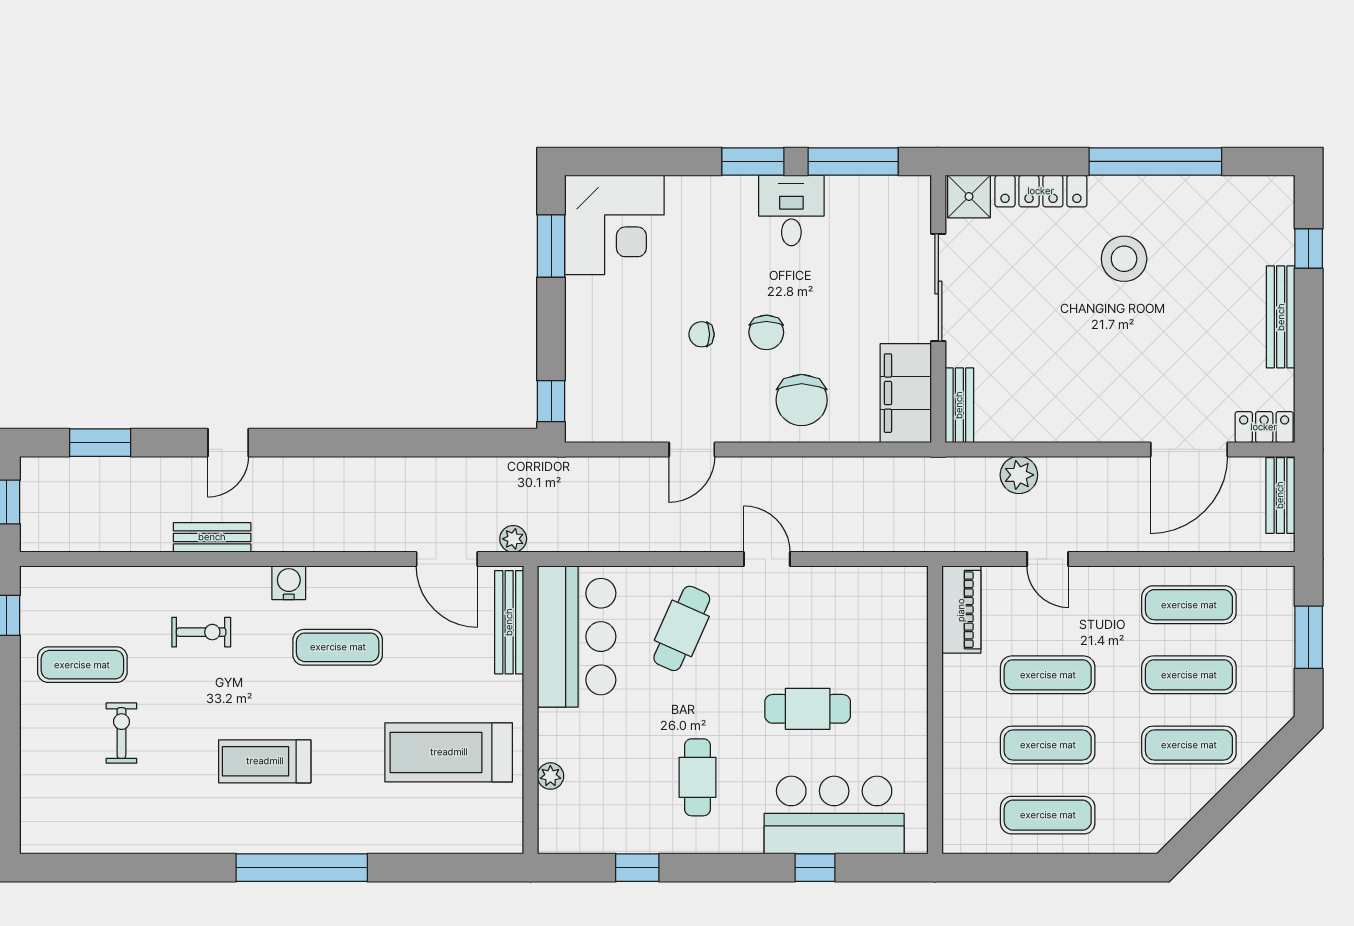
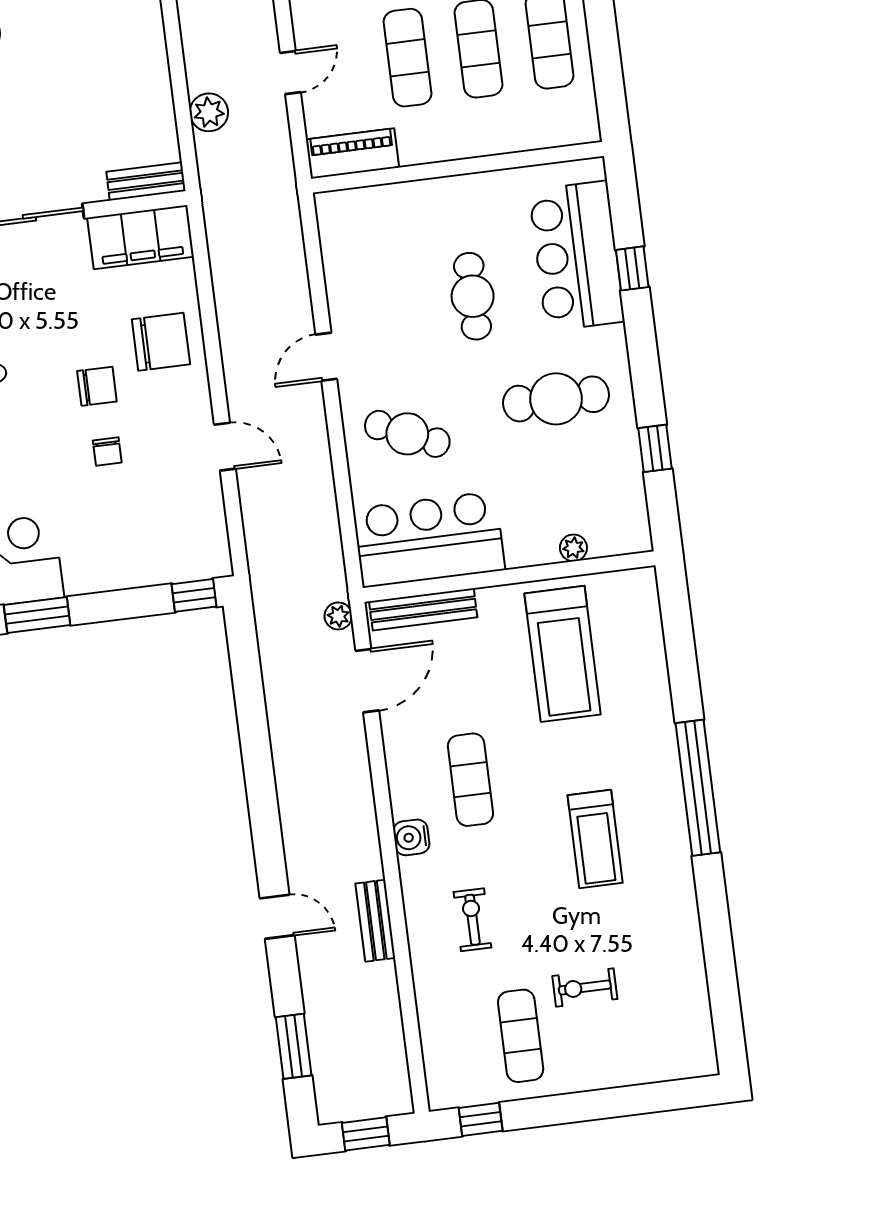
cafe table: (698, 777) -> (556, 399), width x1.37, depth x1.35

